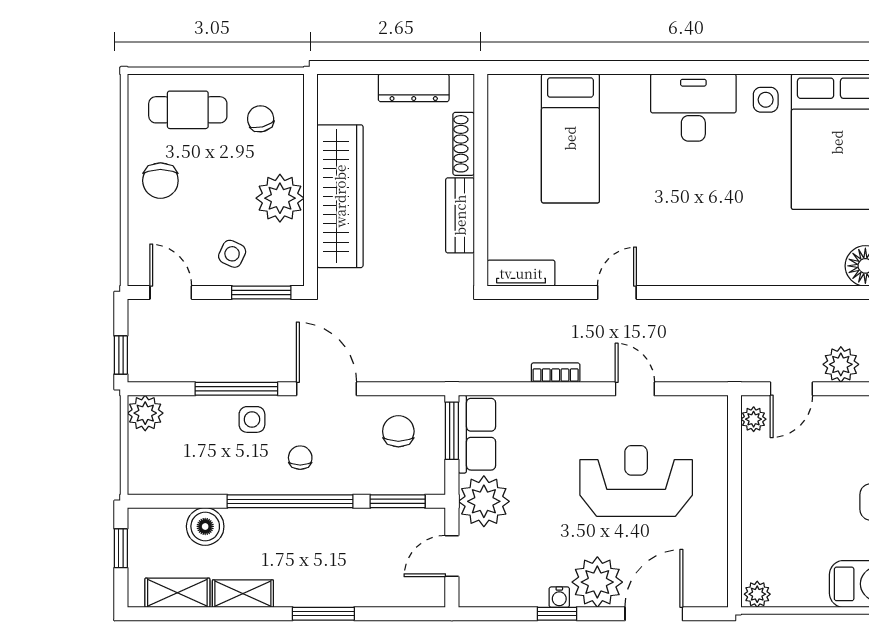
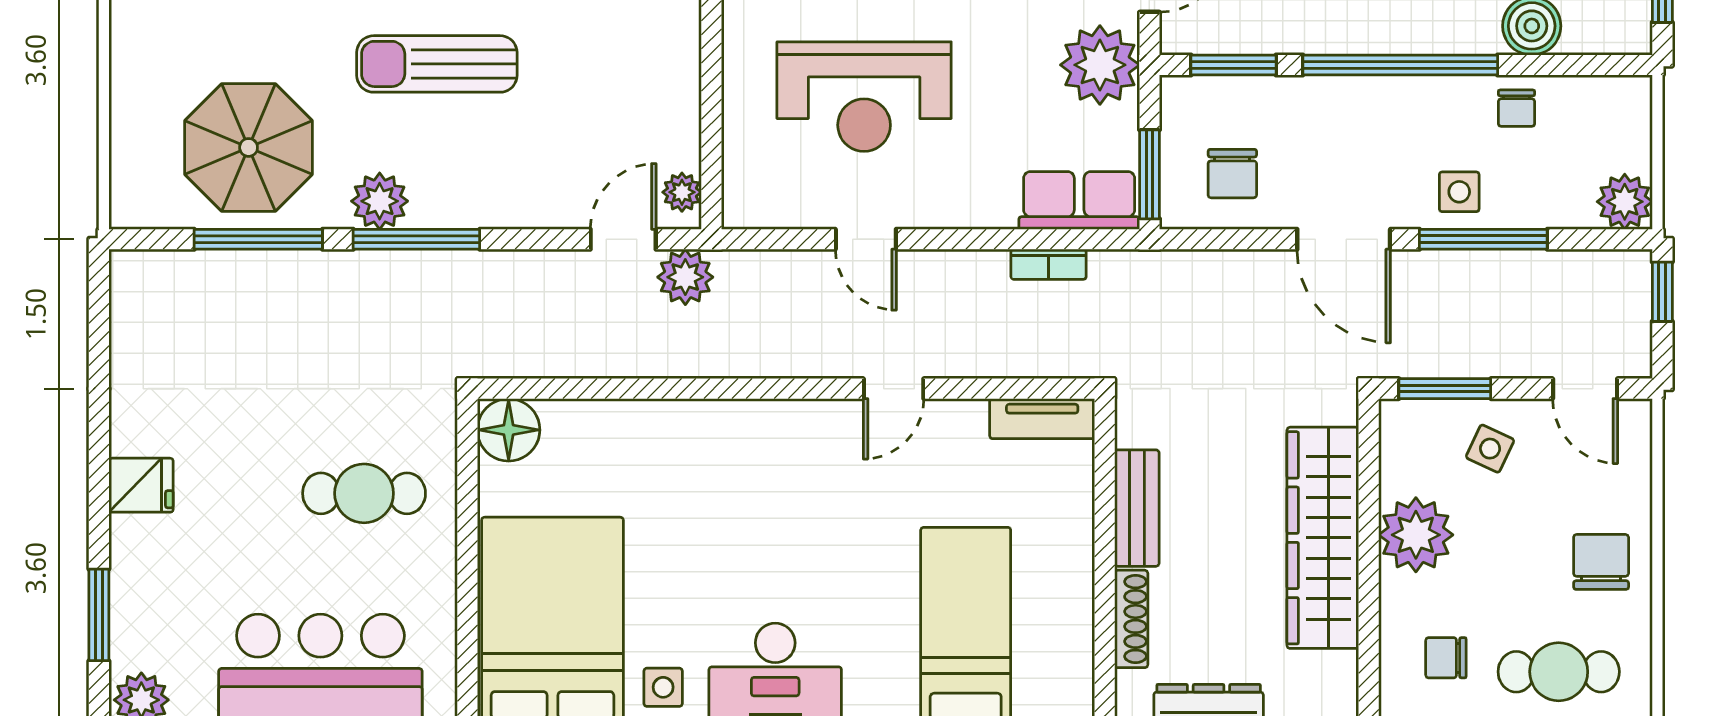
chair: (261, 119) -> (1446, 658), turned 104
plant: (841, 364) -> (685, 277), moved
bookcase: (556, 373) -> (1049, 264), moved
row of seats: (477, 434) -> (1079, 200), moved, turned 90
chair: (300, 458) -> (1516, 108), moved

